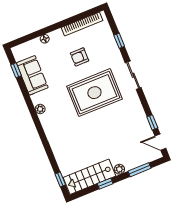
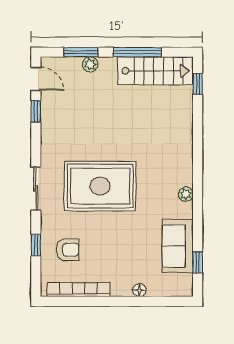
armchair: (80, 57) -> (68, 250), moved
plant: (119, 169) -> (90, 64), moved
window: (105, 184) -> (137, 52), width x2.17

